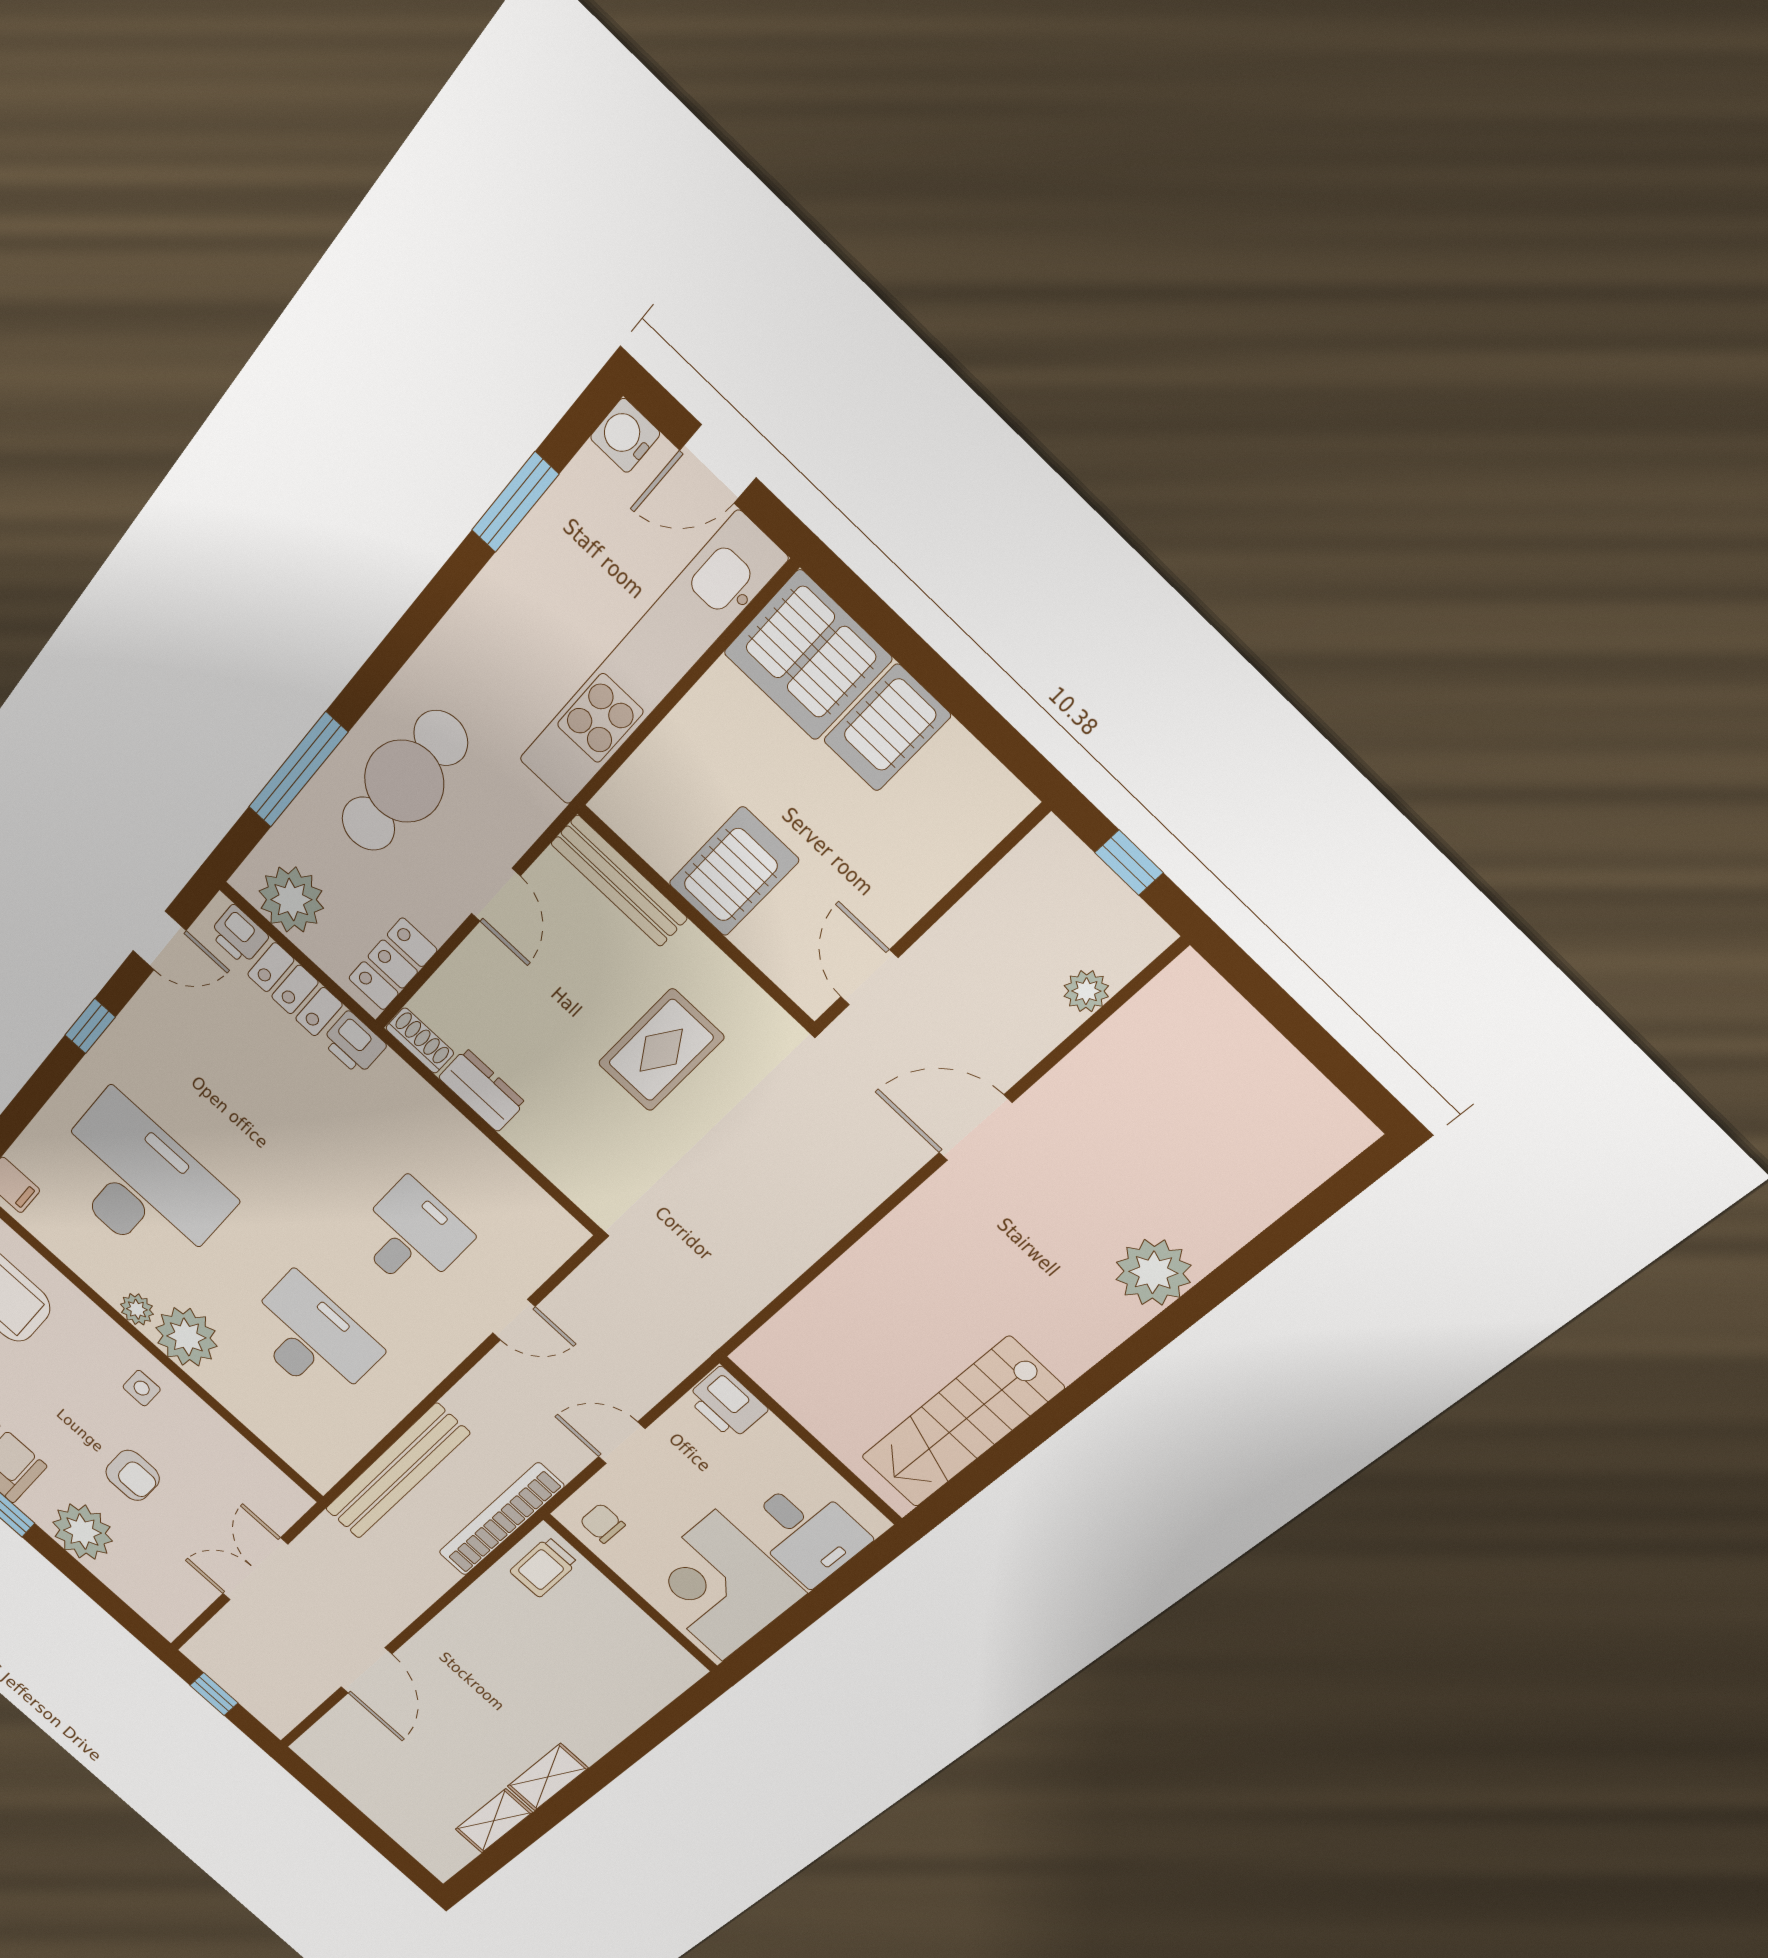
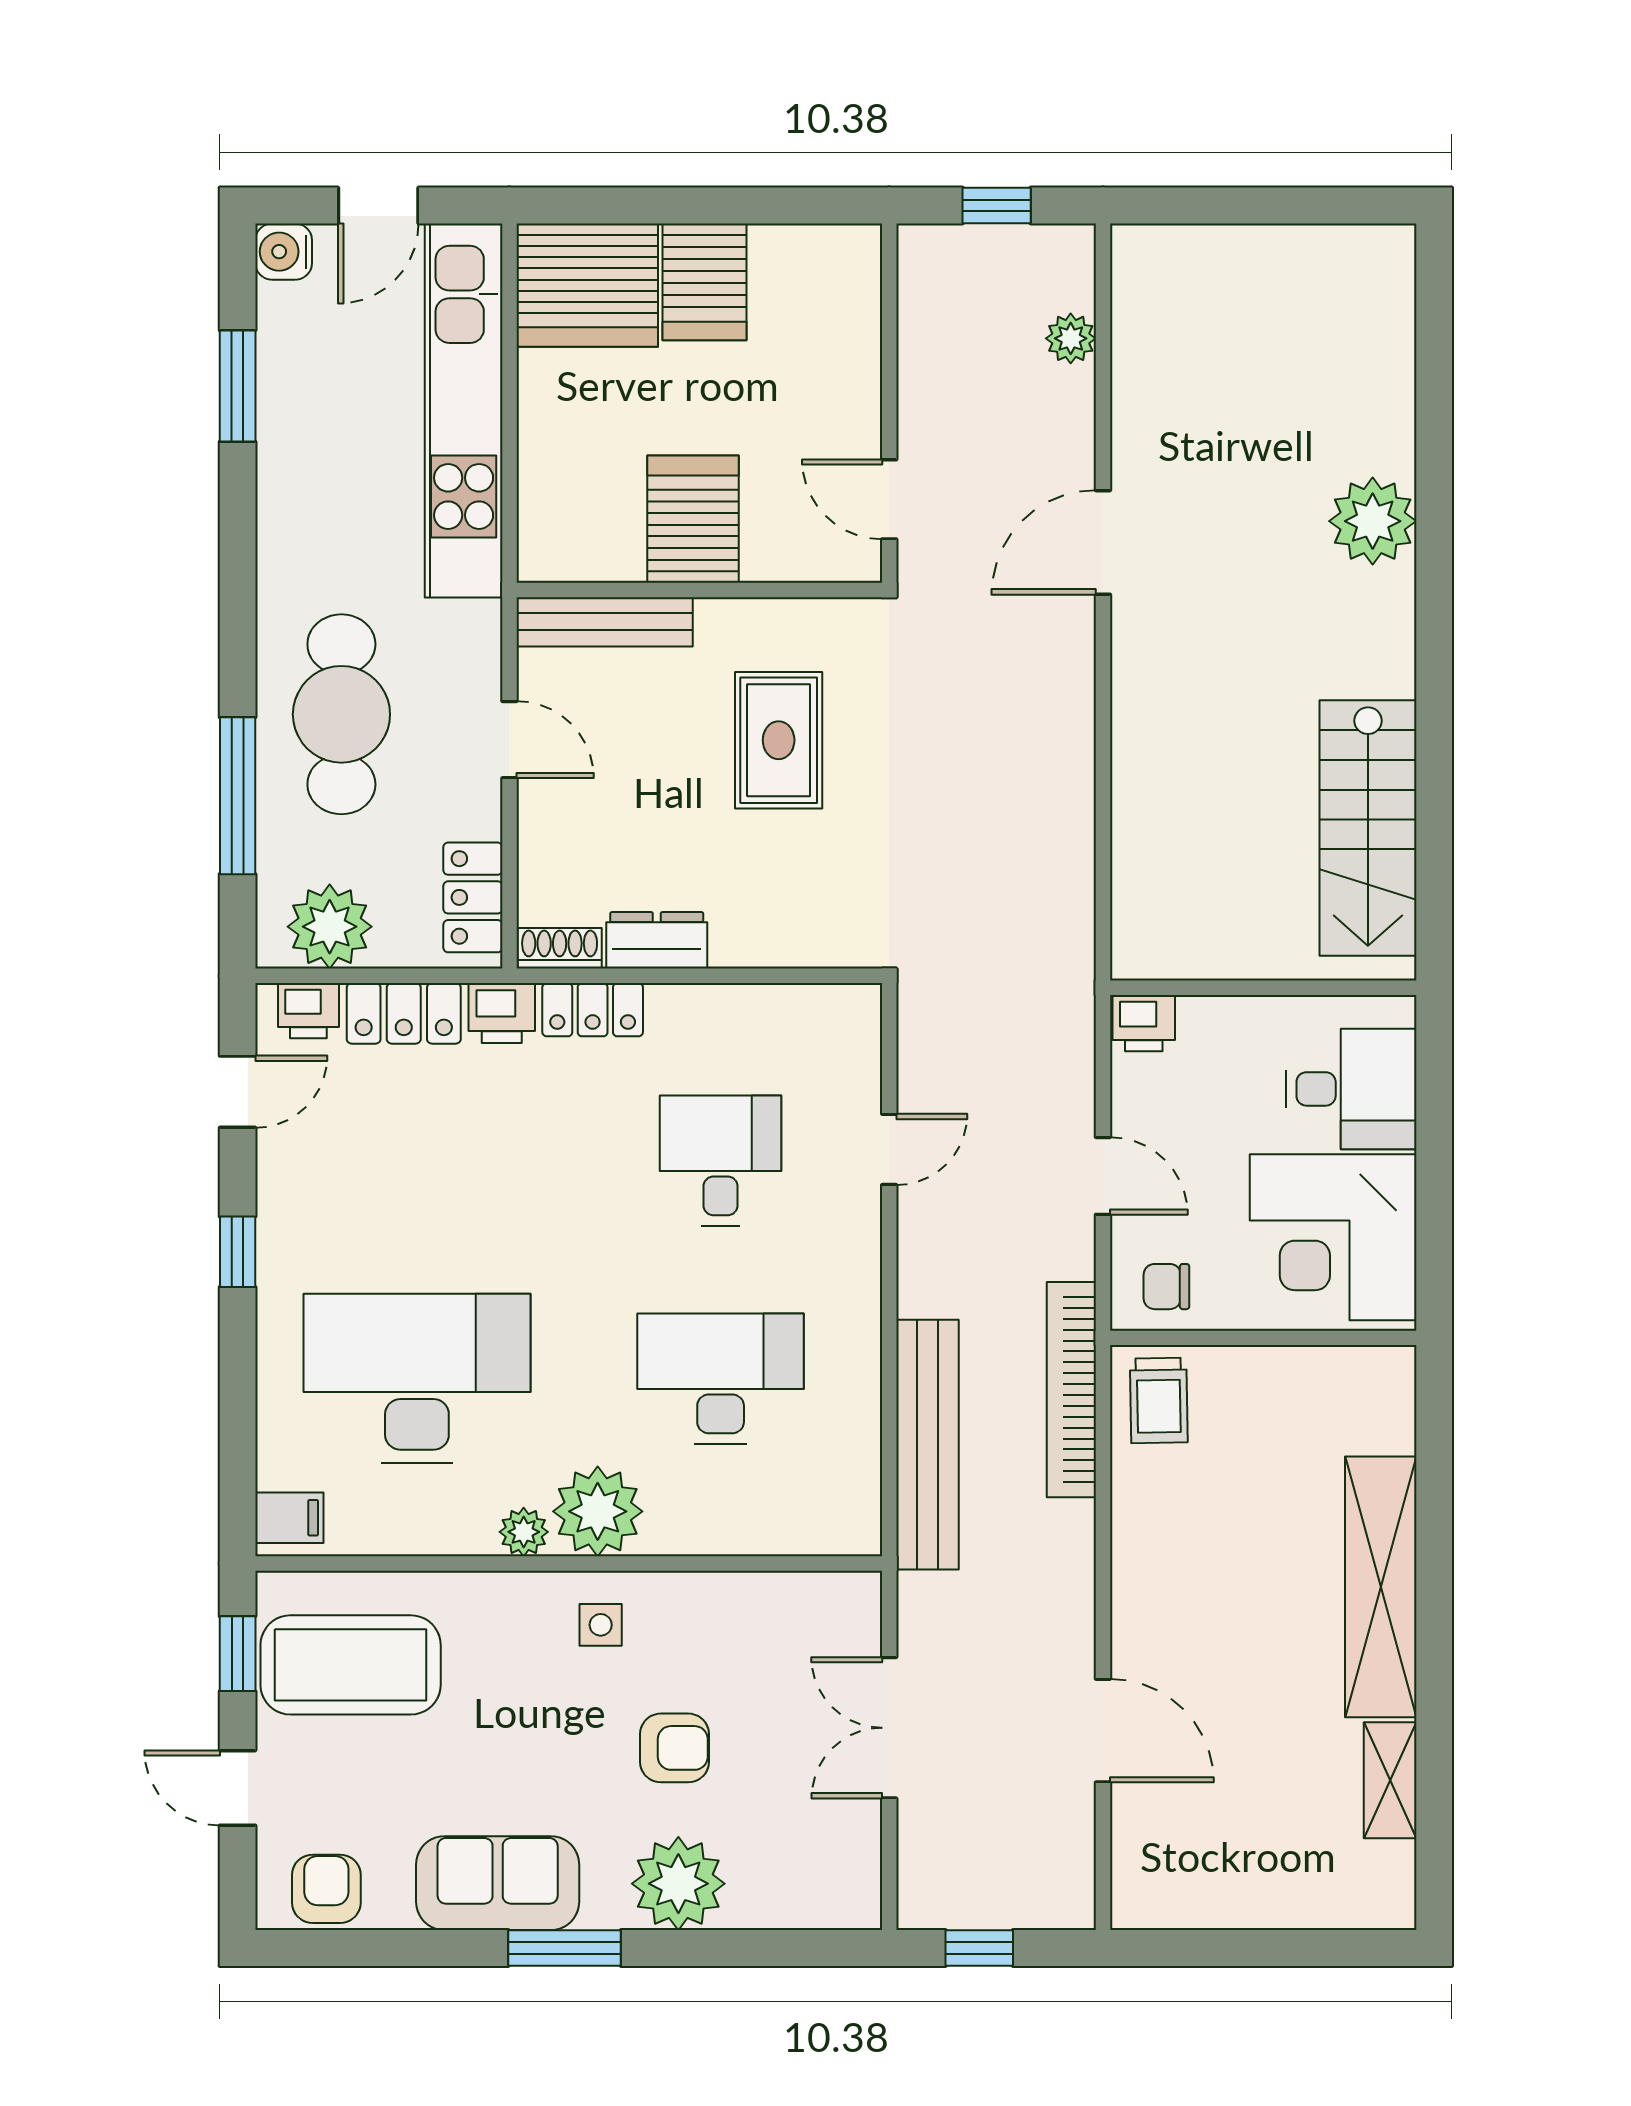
locker: (409, 1091) -> (593, 1010), added
printer: (727, 1403) -> (1144, 1023), width x0.73, depth x0.81
door: (622, 1443) -> (1103, 1176), swing flipped
shelving: (548, 1777) -> (1381, 1587), width x2.20, depth x1.33

